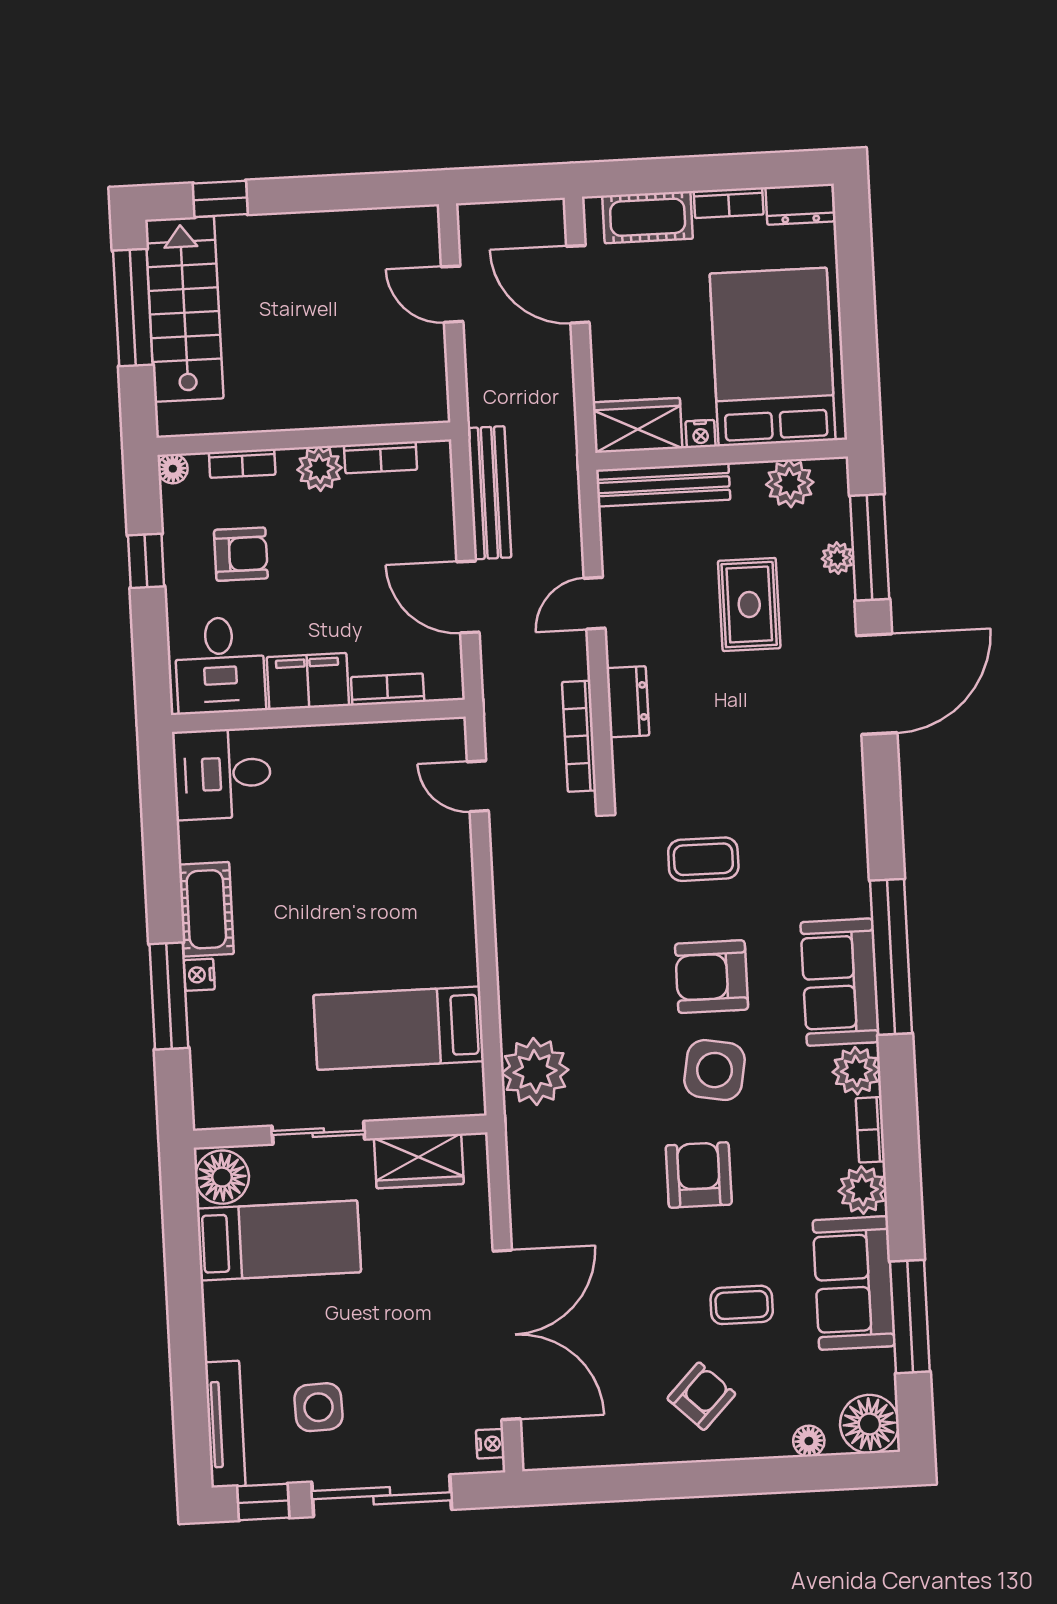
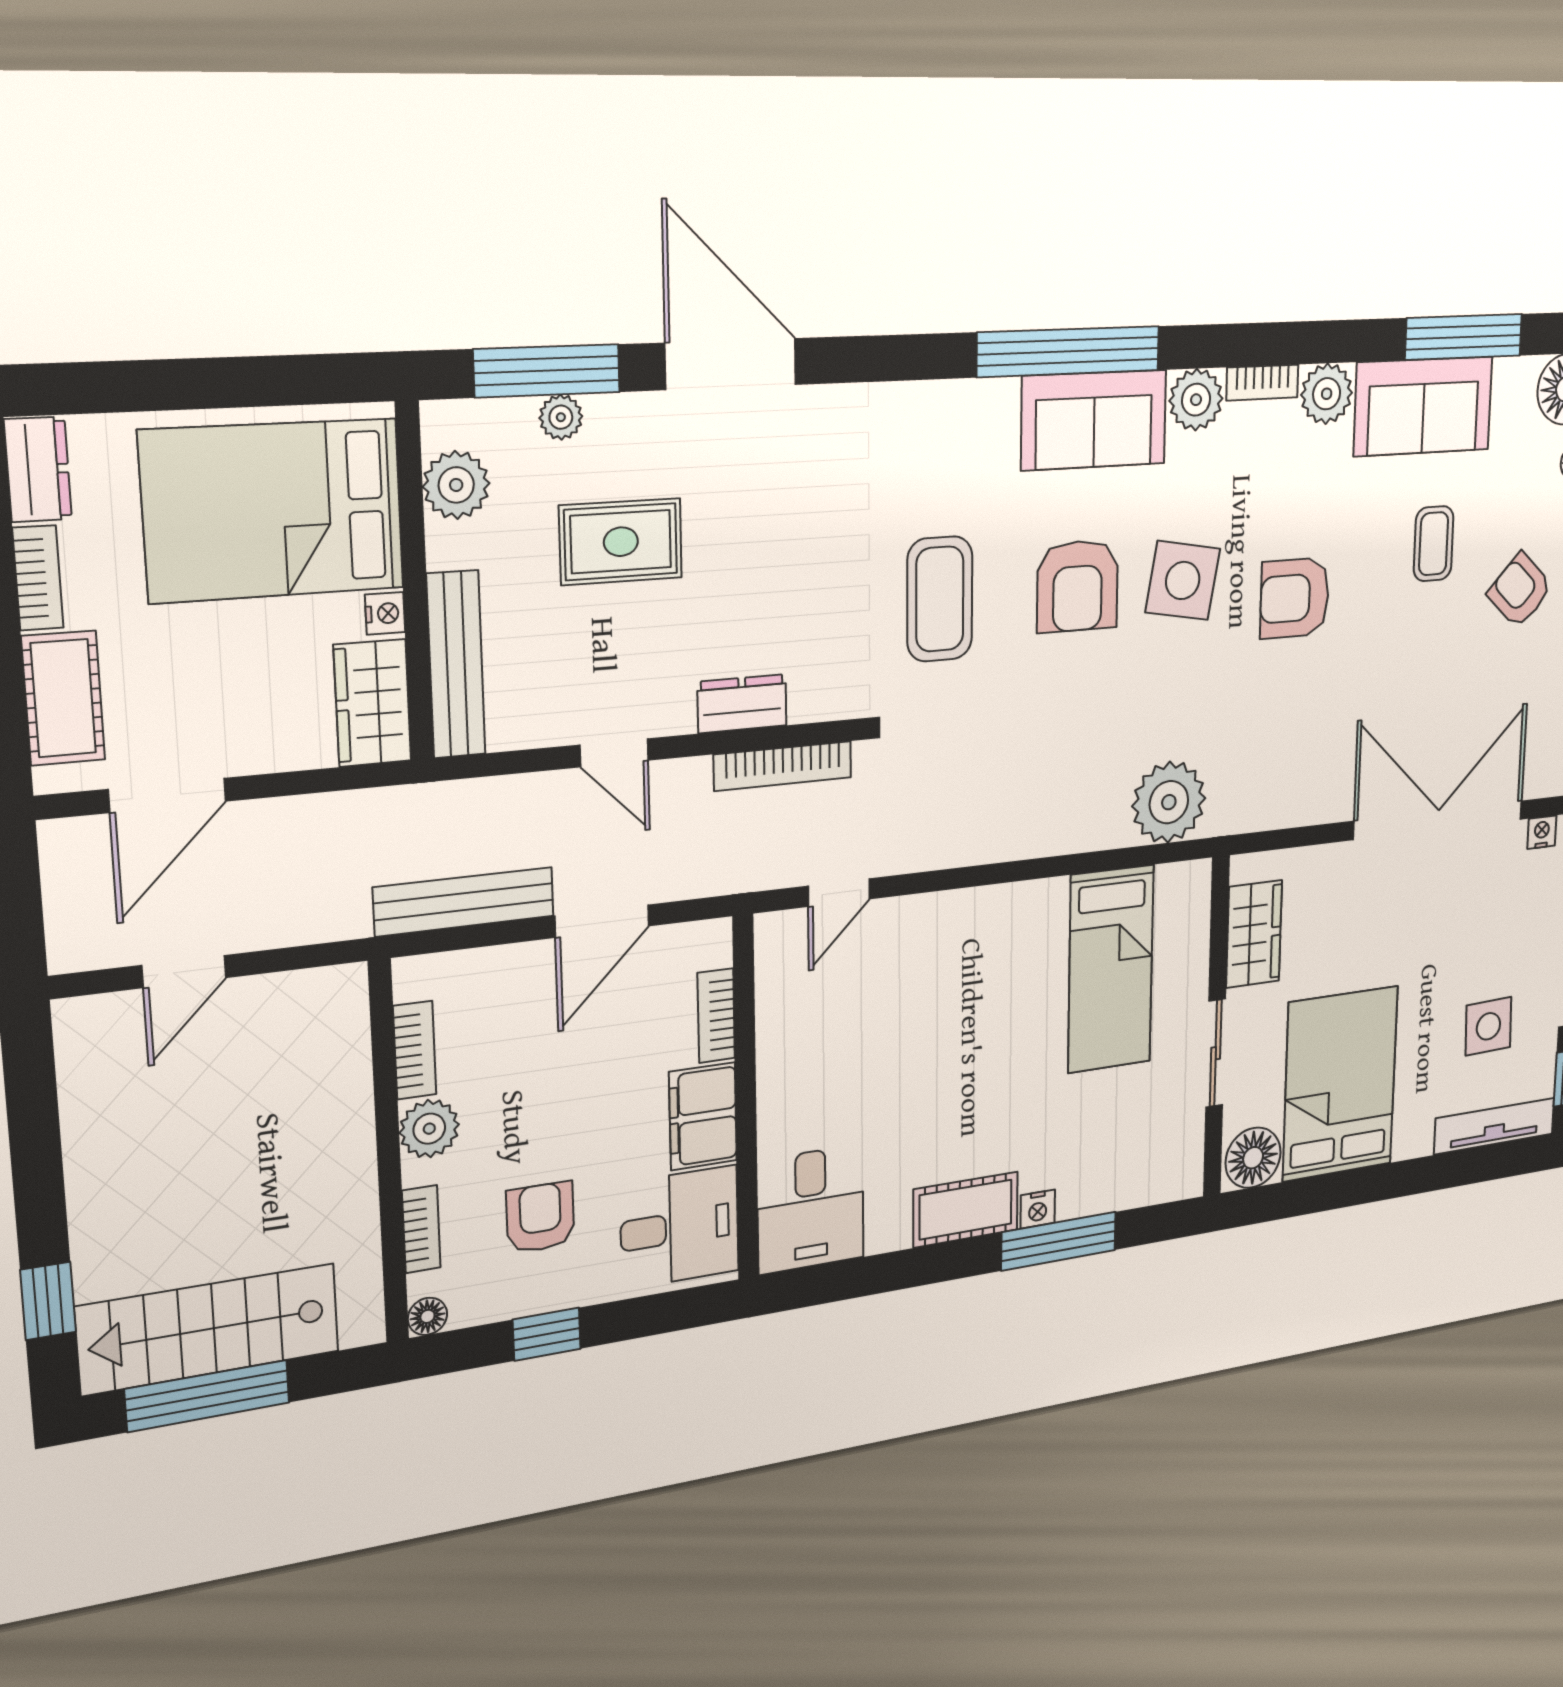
coffee table: (703, 859) -> (940, 599), width x1.36, depth x1.30
bed: (279, 1240) -> (1340, 1084), width x1.50

